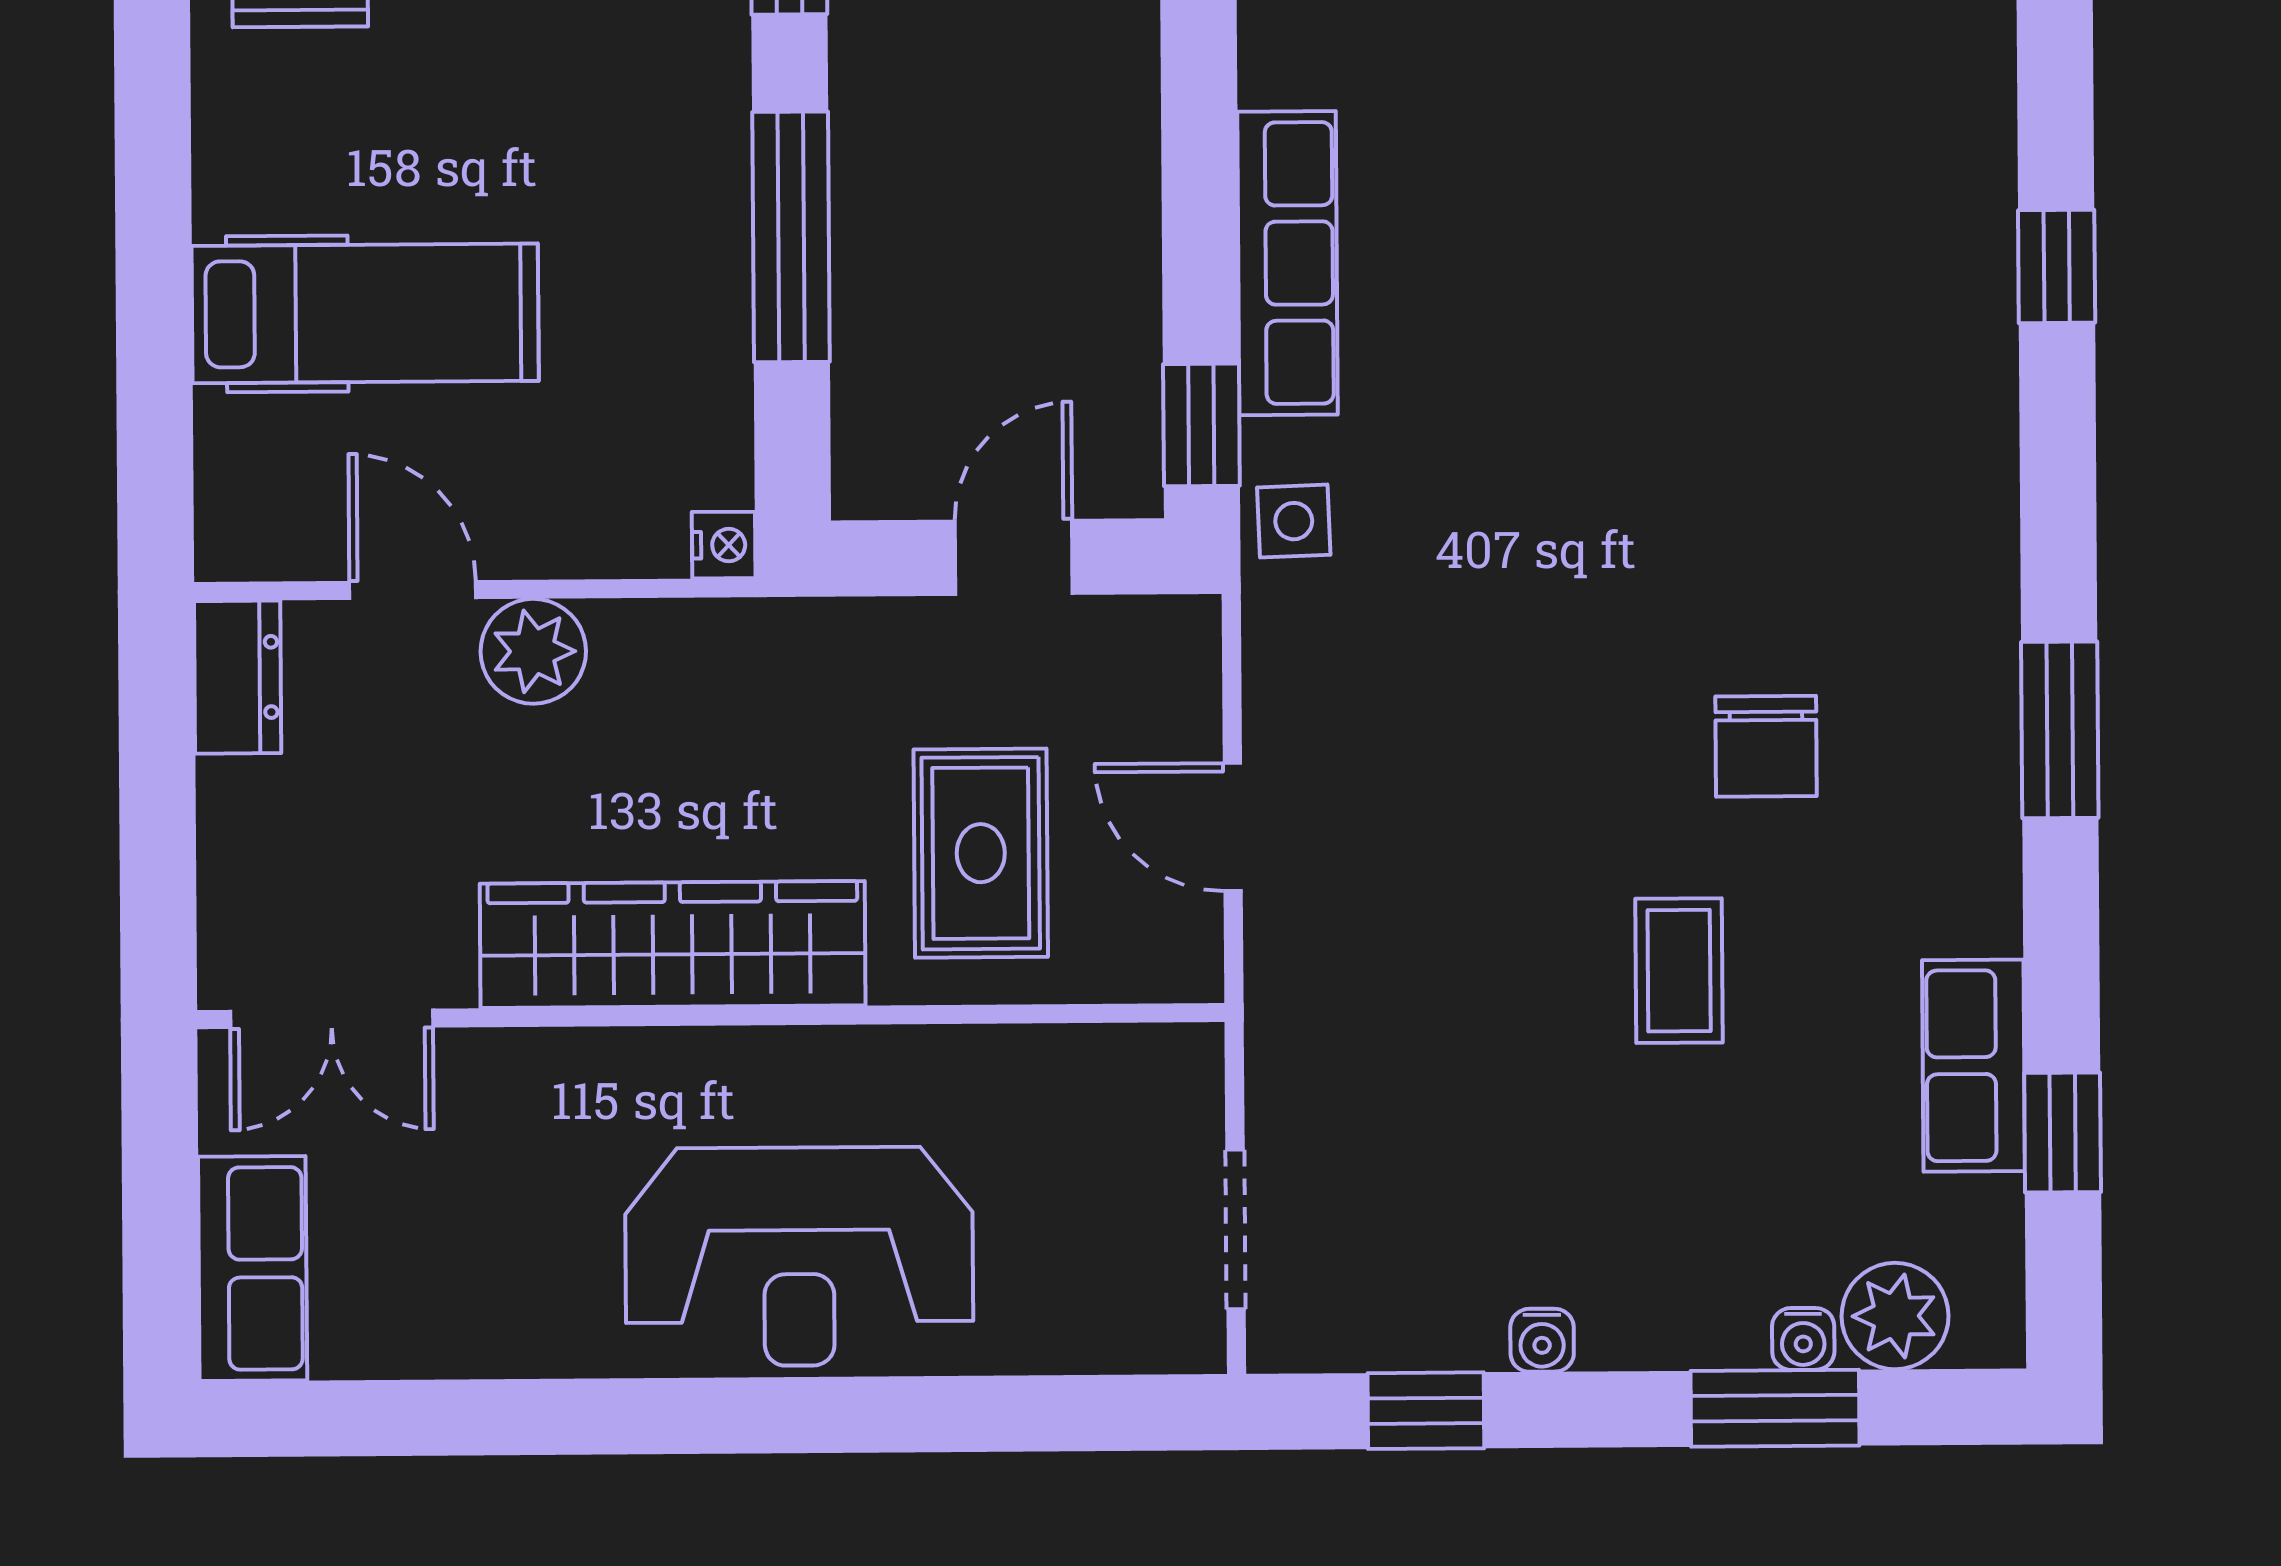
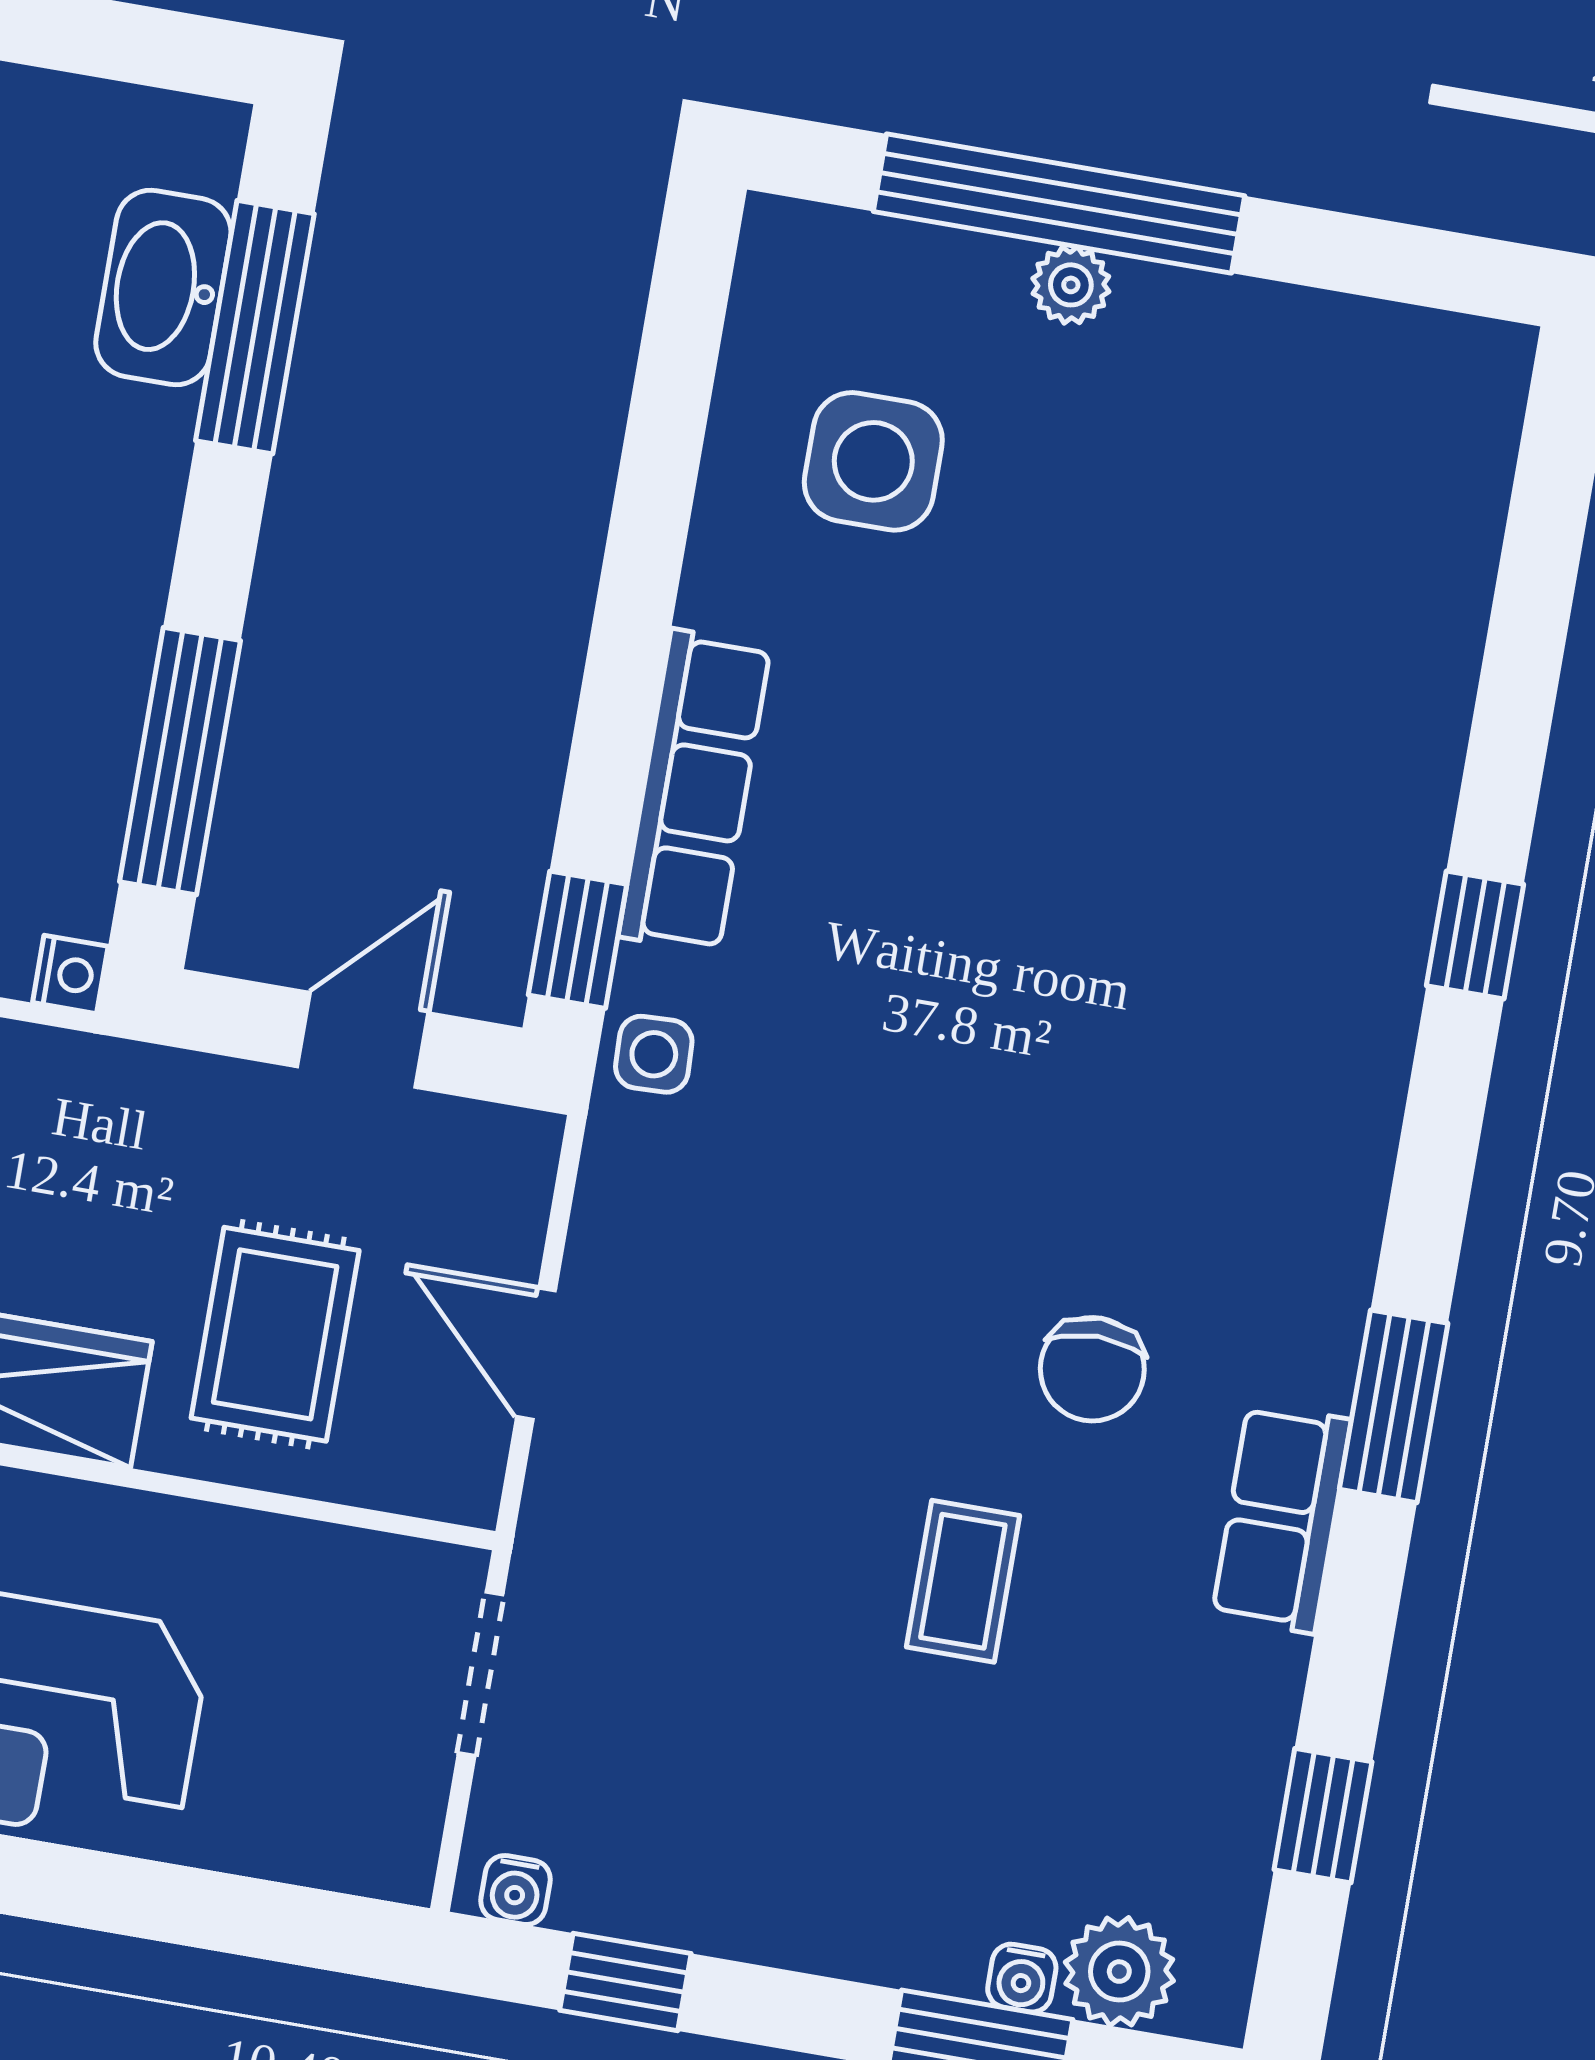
window: (791, 237) -> (180, 761), moved
row of seats: (1973, 1066) -> (1282, 1518), moved
doorway: (1236, 1229) -> (481, 1674), moved
water cooler: (1542, 1340) -> (515, 1890), moved

